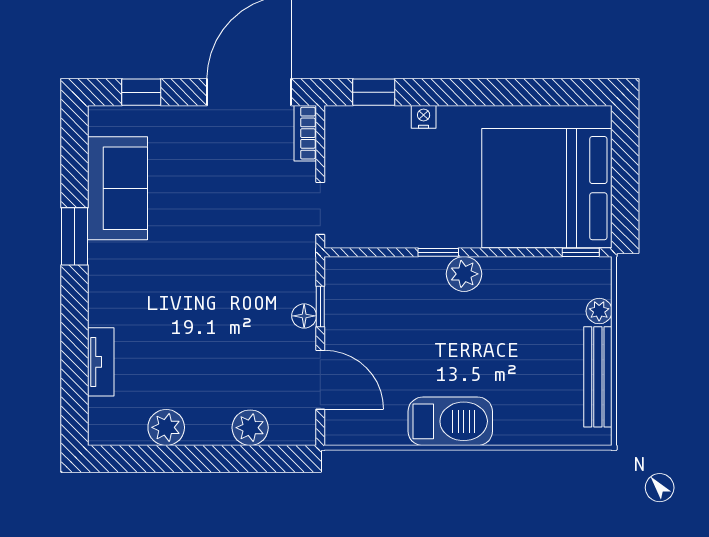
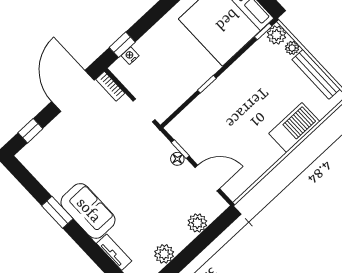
nightstand: (424, 117) -> (130, 56), moved
sofa: (118, 188) -> (88, 211), moved
plant: (464, 274) -> (277, 35), moved
barbecue: (450, 421) -> (294, 128), moved

